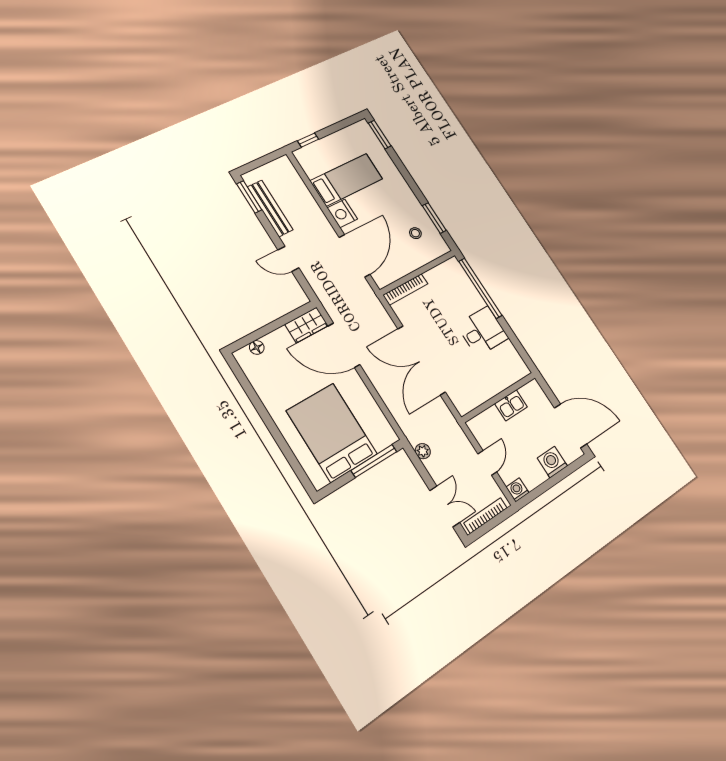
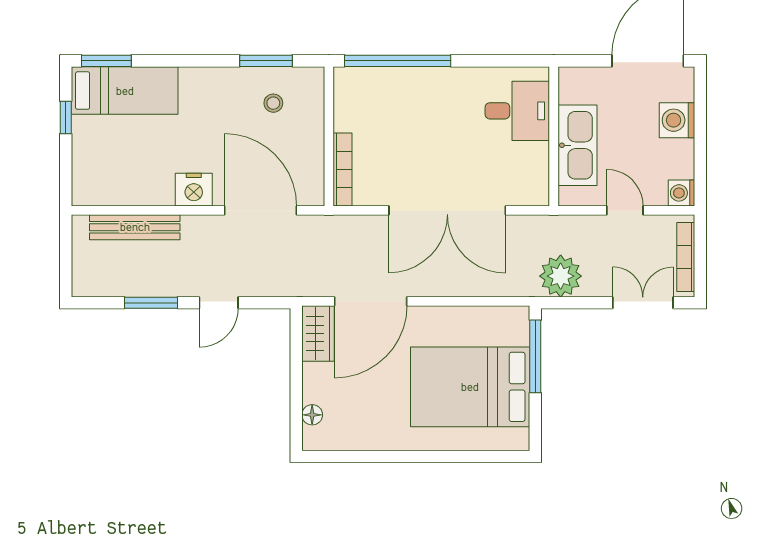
window: (308, 140) -> (66, 118), moved
bed: (346, 180) -> (125, 91), moved, turned 90
window: (249, 197) -> (151, 303), moved
bench: (270, 208) -> (135, 227), moved
desk: (482, 331) -> (517, 111), moved, turned 90
kitchen sink: (511, 405) -> (577, 145), width x1.88, depth x1.24
plant: (423, 451) -> (561, 276), width x1.88, depth x1.88

